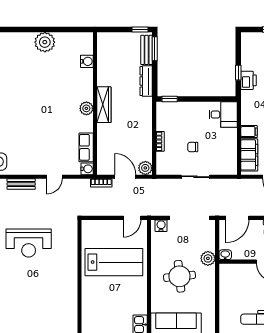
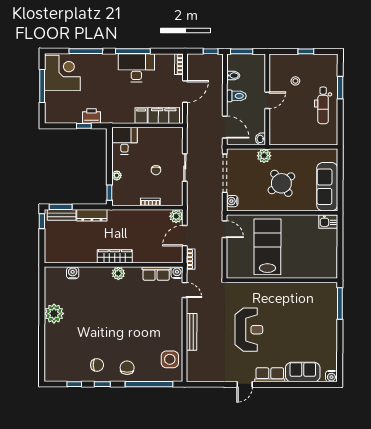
plant: (187, 107) -> (117, 175), added
door: (54, 177) -> (185, 290), moved
bench: (21, 184) -> (192, 332), width x1.36
round table: (179, 276) -> (281, 183), turned -30

